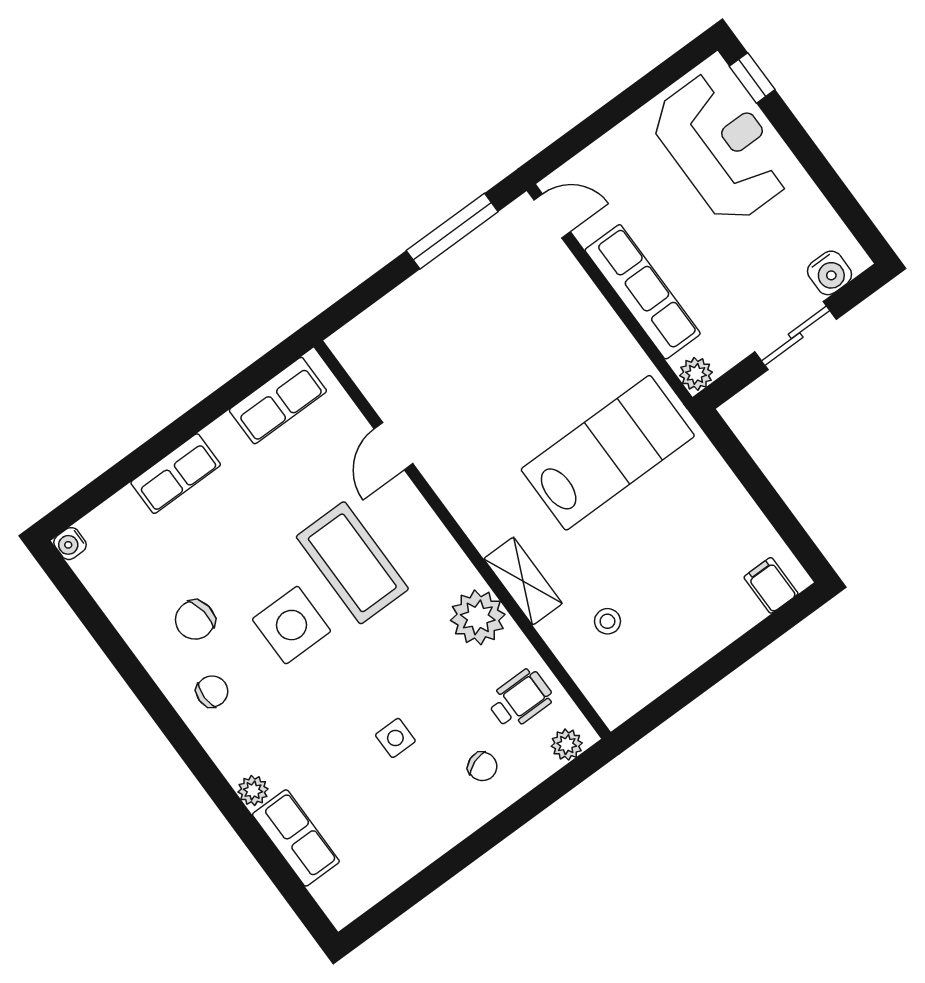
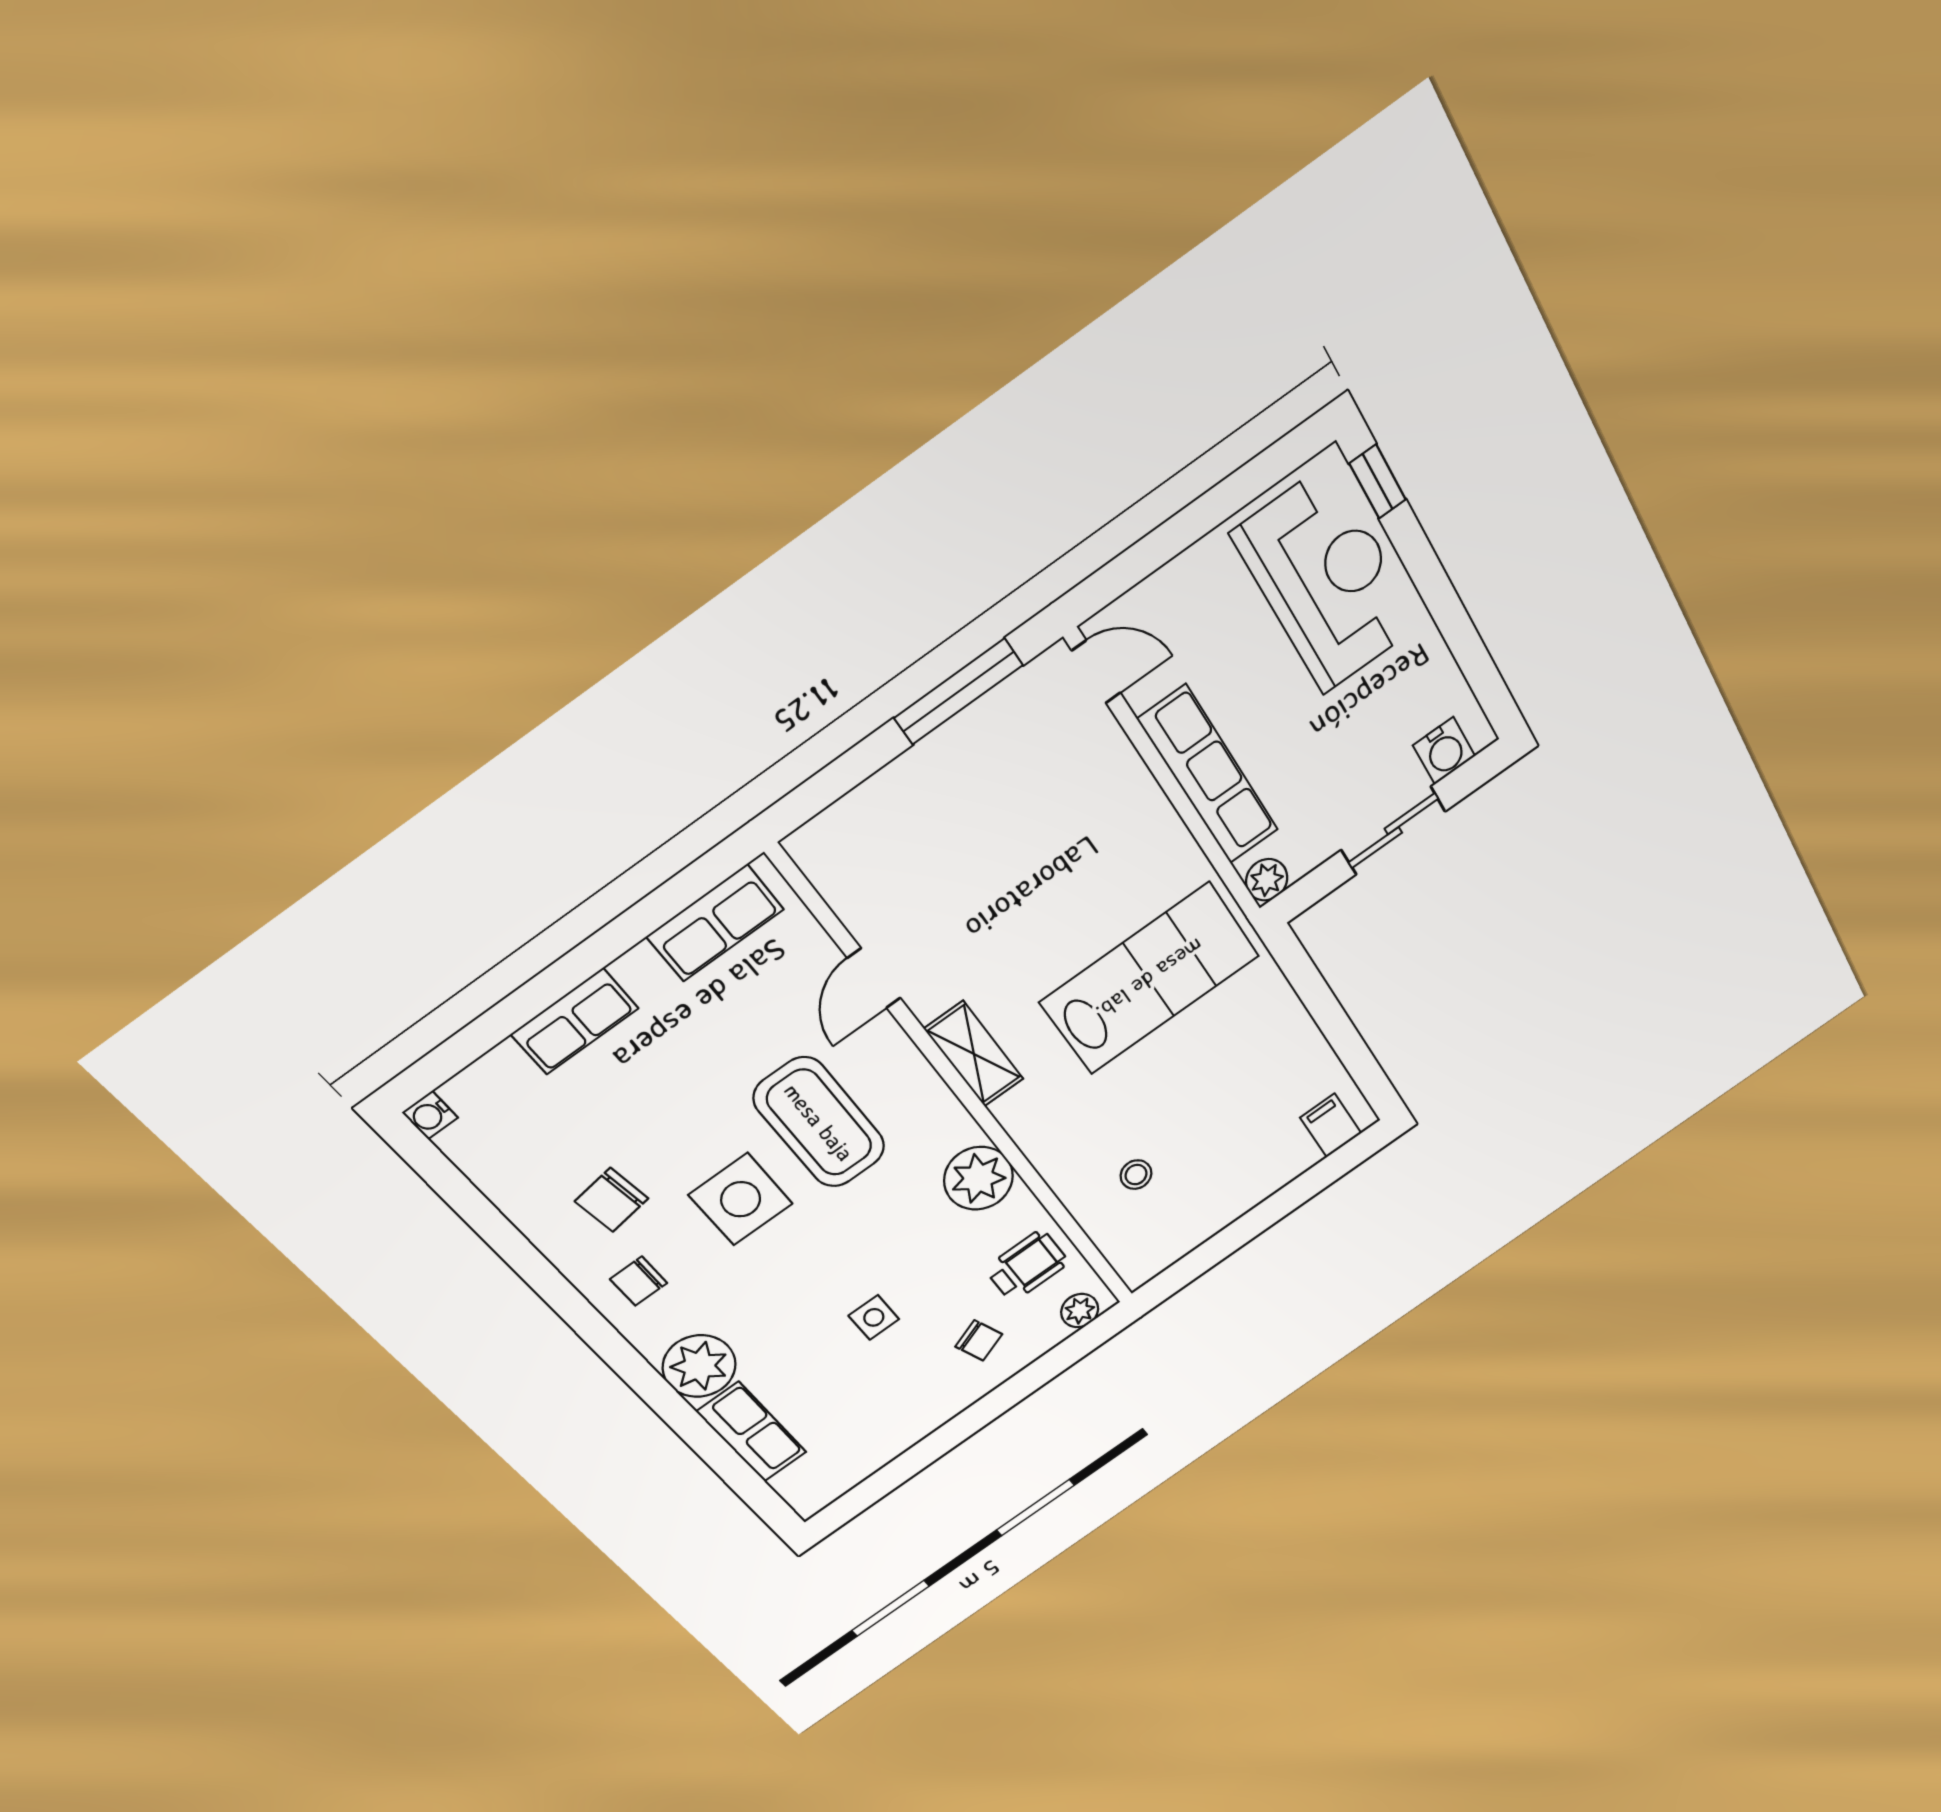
shelving: (523, 581) -> (974, 1054), moved
chair: (212, 691) -> (639, 1281), turned 180
plant: (253, 791) -> (699, 1366), width x1.87, depth x1.87

